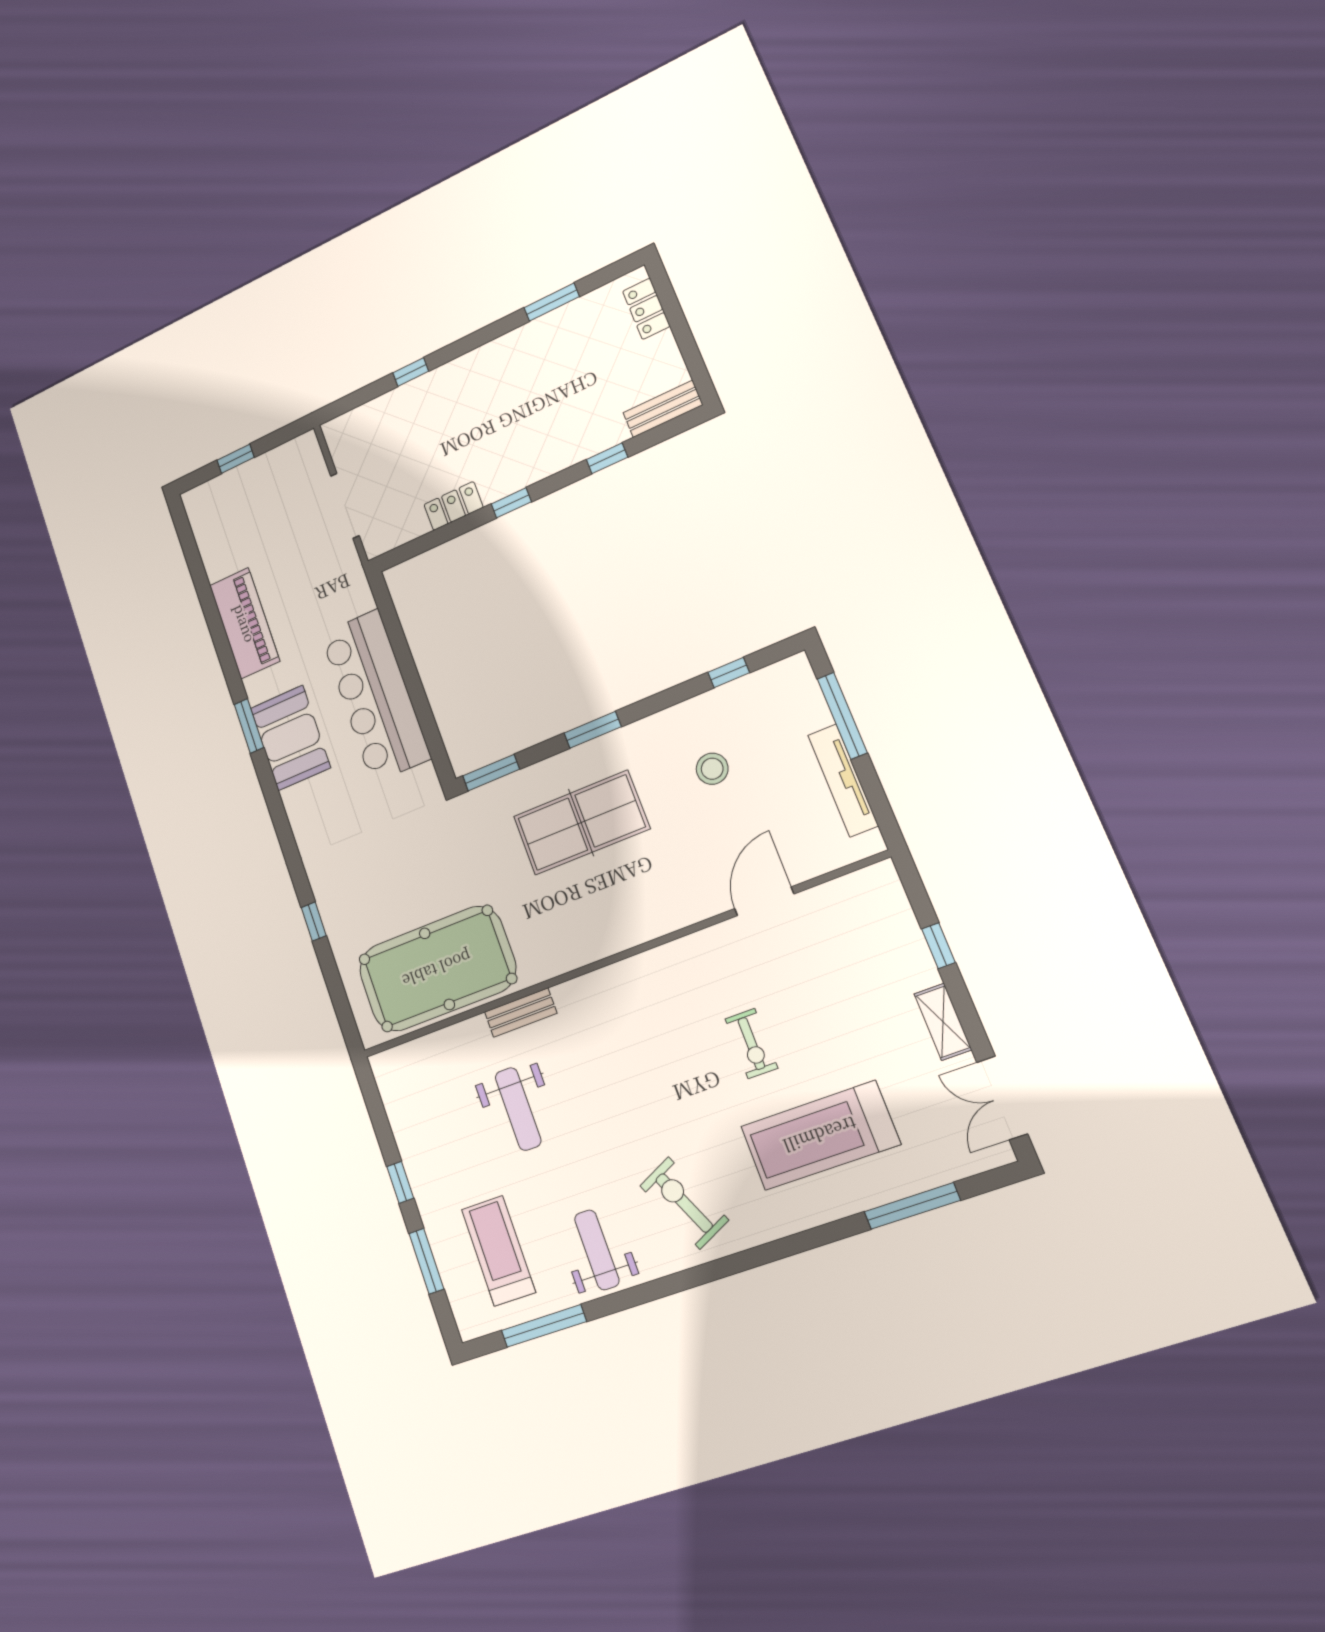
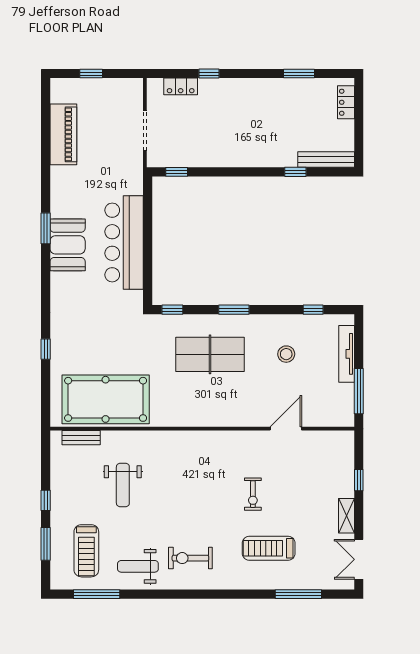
bench: (663, 409) -> (326, 160), width x1.36
window: (511, 503) -> (177, 172), moved
locker: (453, 506) -> (181, 86), moved, turned 180
piano: (245, 623) -> (63, 134), moved
window: (842, 716) -> (359, 391), moved
window: (491, 773) -> (172, 310), width x0.67
tv unit: (843, 780) -> (347, 354), moved
bench: (521, 1013) -> (81, 438), moved
treadmill: (820, 1135) -> (269, 548), width x0.73, depth x0.73
exercise bike: (684, 1203) -> (190, 558), turned -65
weight bench: (597, 1250) -> (138, 566), turned -90
treadmill: (498, 1251) -> (86, 551), turned 180

